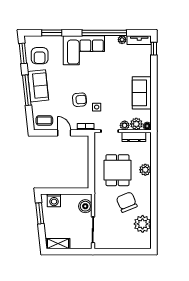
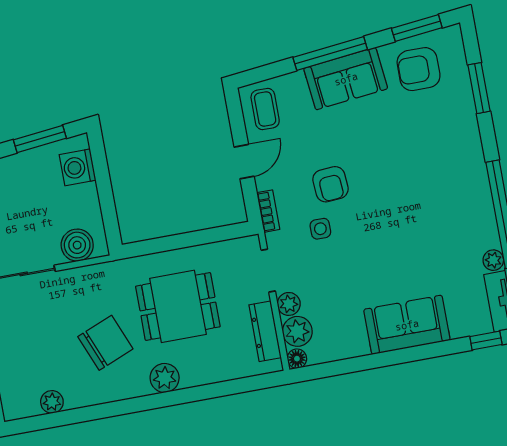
corner sofa: (84, 50) -> (451, 173), removed
sofa: (142, 93) -> (407, 325), moved
plant: (145, 170) -> (165, 378), moved
plant: (143, 224) -> (52, 402), width x0.53, depth x0.53

